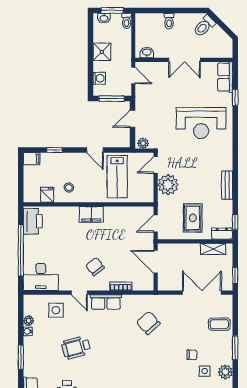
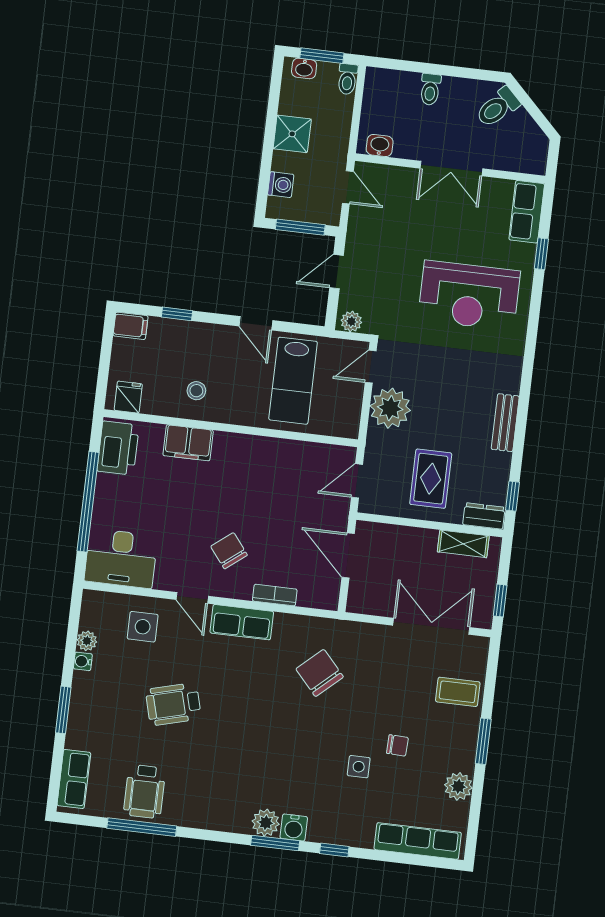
fridge: (47, 195) -> (128, 397), moved
filing cabinet: (91, 214) -> (188, 443), moved
side table: (205, 371) -> (359, 767), moved

